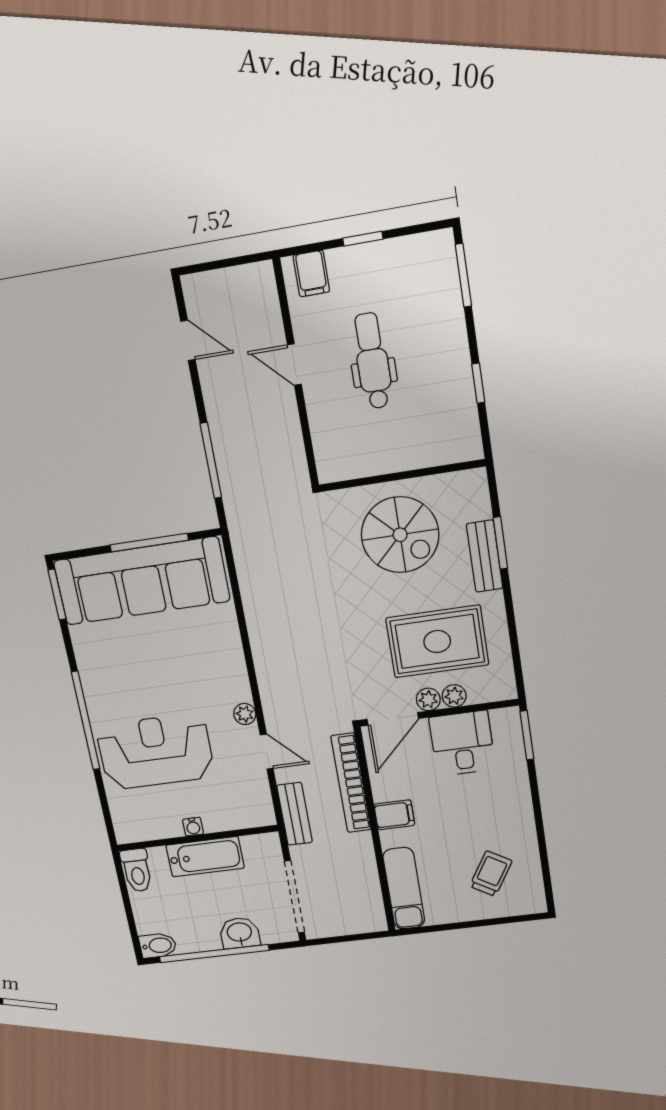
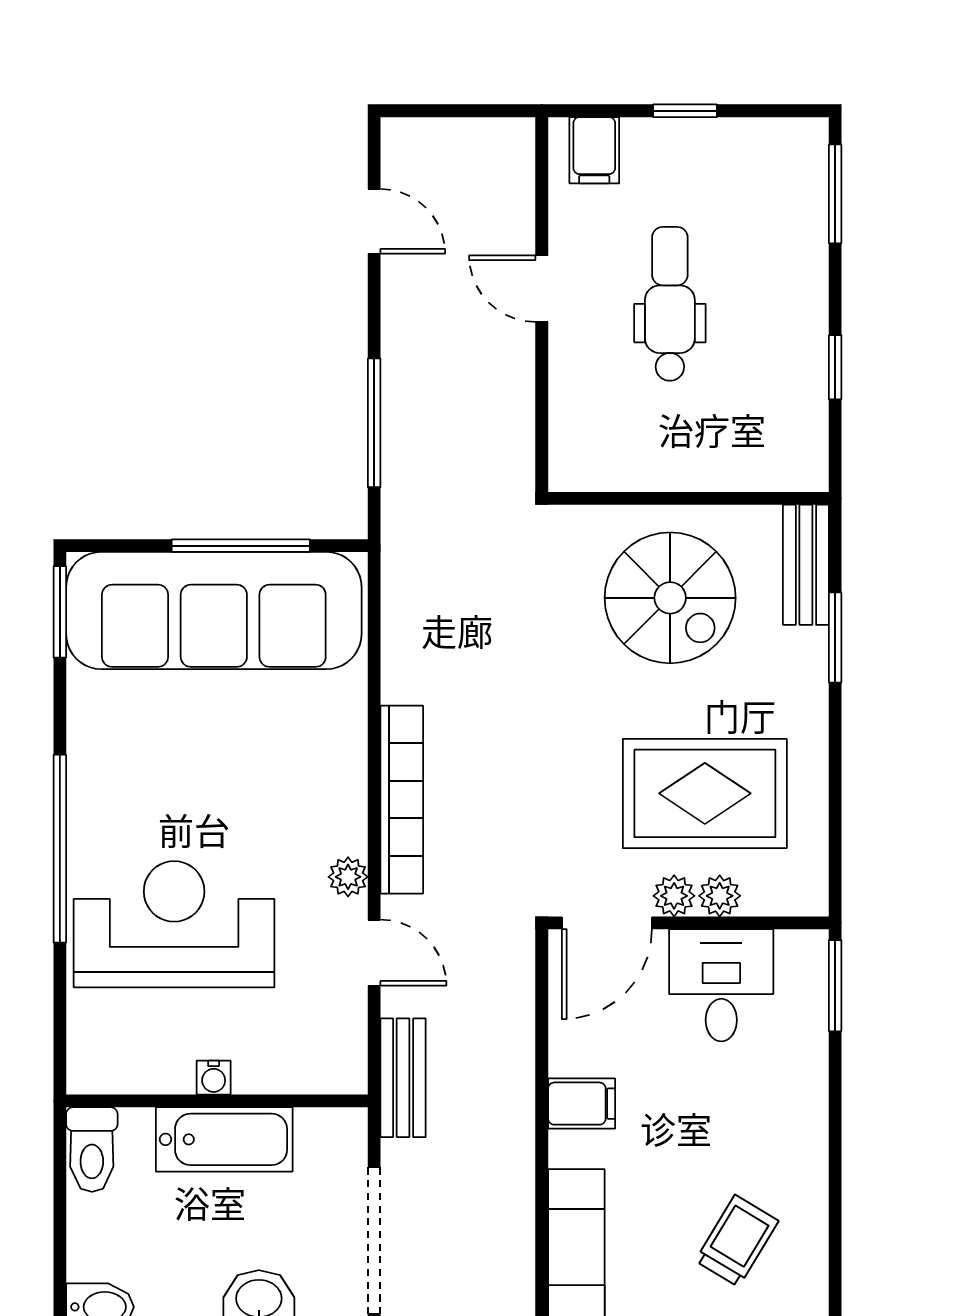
bench: (485, 556) -> (806, 565), moved
bookcase: (351, 783) -> (402, 800), moved, turned 180

